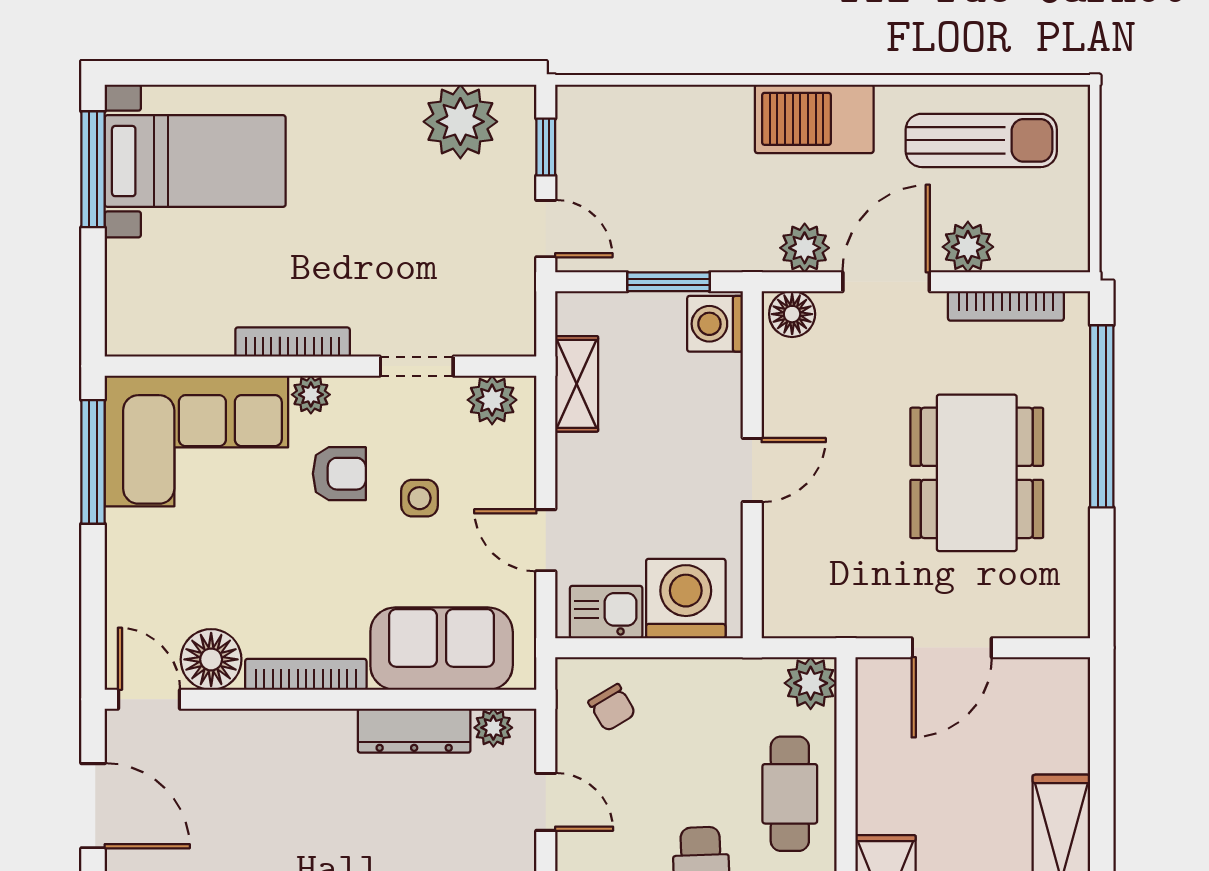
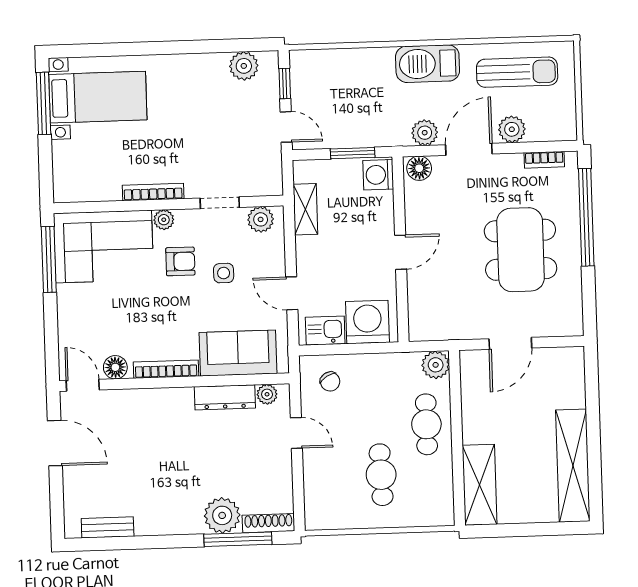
plant: (460, 122) -> (244, 66), width x0.73, depth x0.73
bookcase: (1006, 306) -> (544, 160), width x0.64
floor lamp: (211, 659) -> (115, 367), width x0.73, depth x0.73

